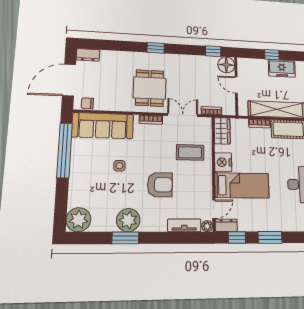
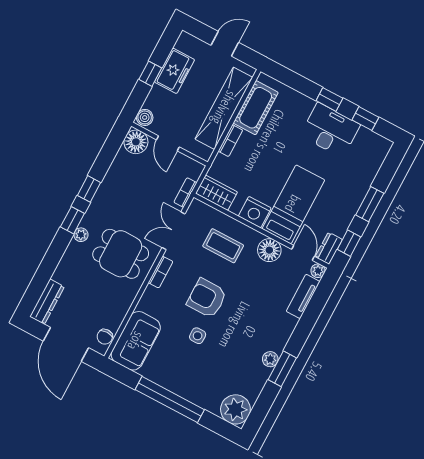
window: (213, 51) -> (89, 189), moved
dresser: (88, 55) -> (47, 302), width x1.44
plant: (149, 57) -> (81, 235), added
boiler: (244, 63) -> (145, 117), added
door: (236, 85) -> (168, 143), hinge flipped
sofa: (103, 126) -> (136, 341), width x0.73
window: (64, 150) -> (170, 400), moved
coffee table: (190, 152) -> (223, 246), turned 90
armchair: (160, 185) -> (207, 298), moved, turned -90
floor lamp: (203, 185) -> (269, 250), added
plant: (128, 220) -> (270, 359), width x0.53, depth x0.53

